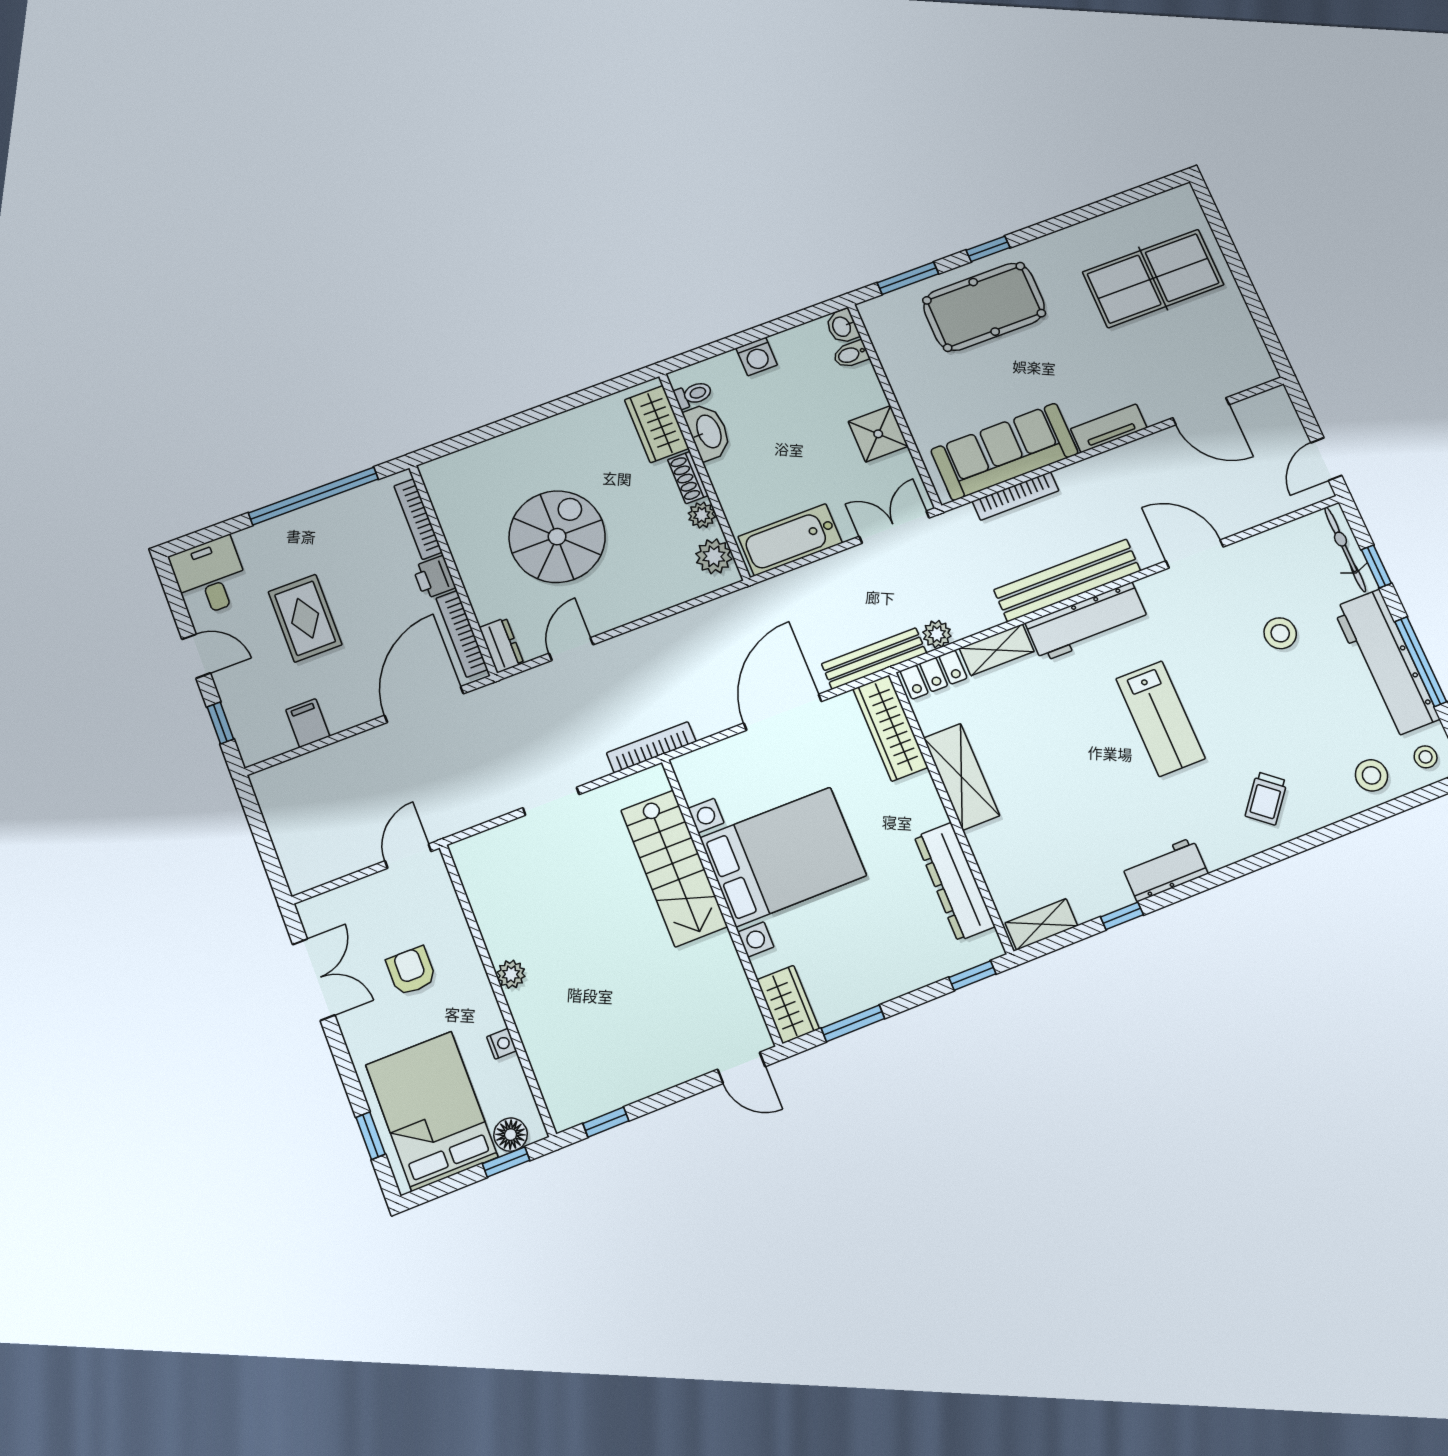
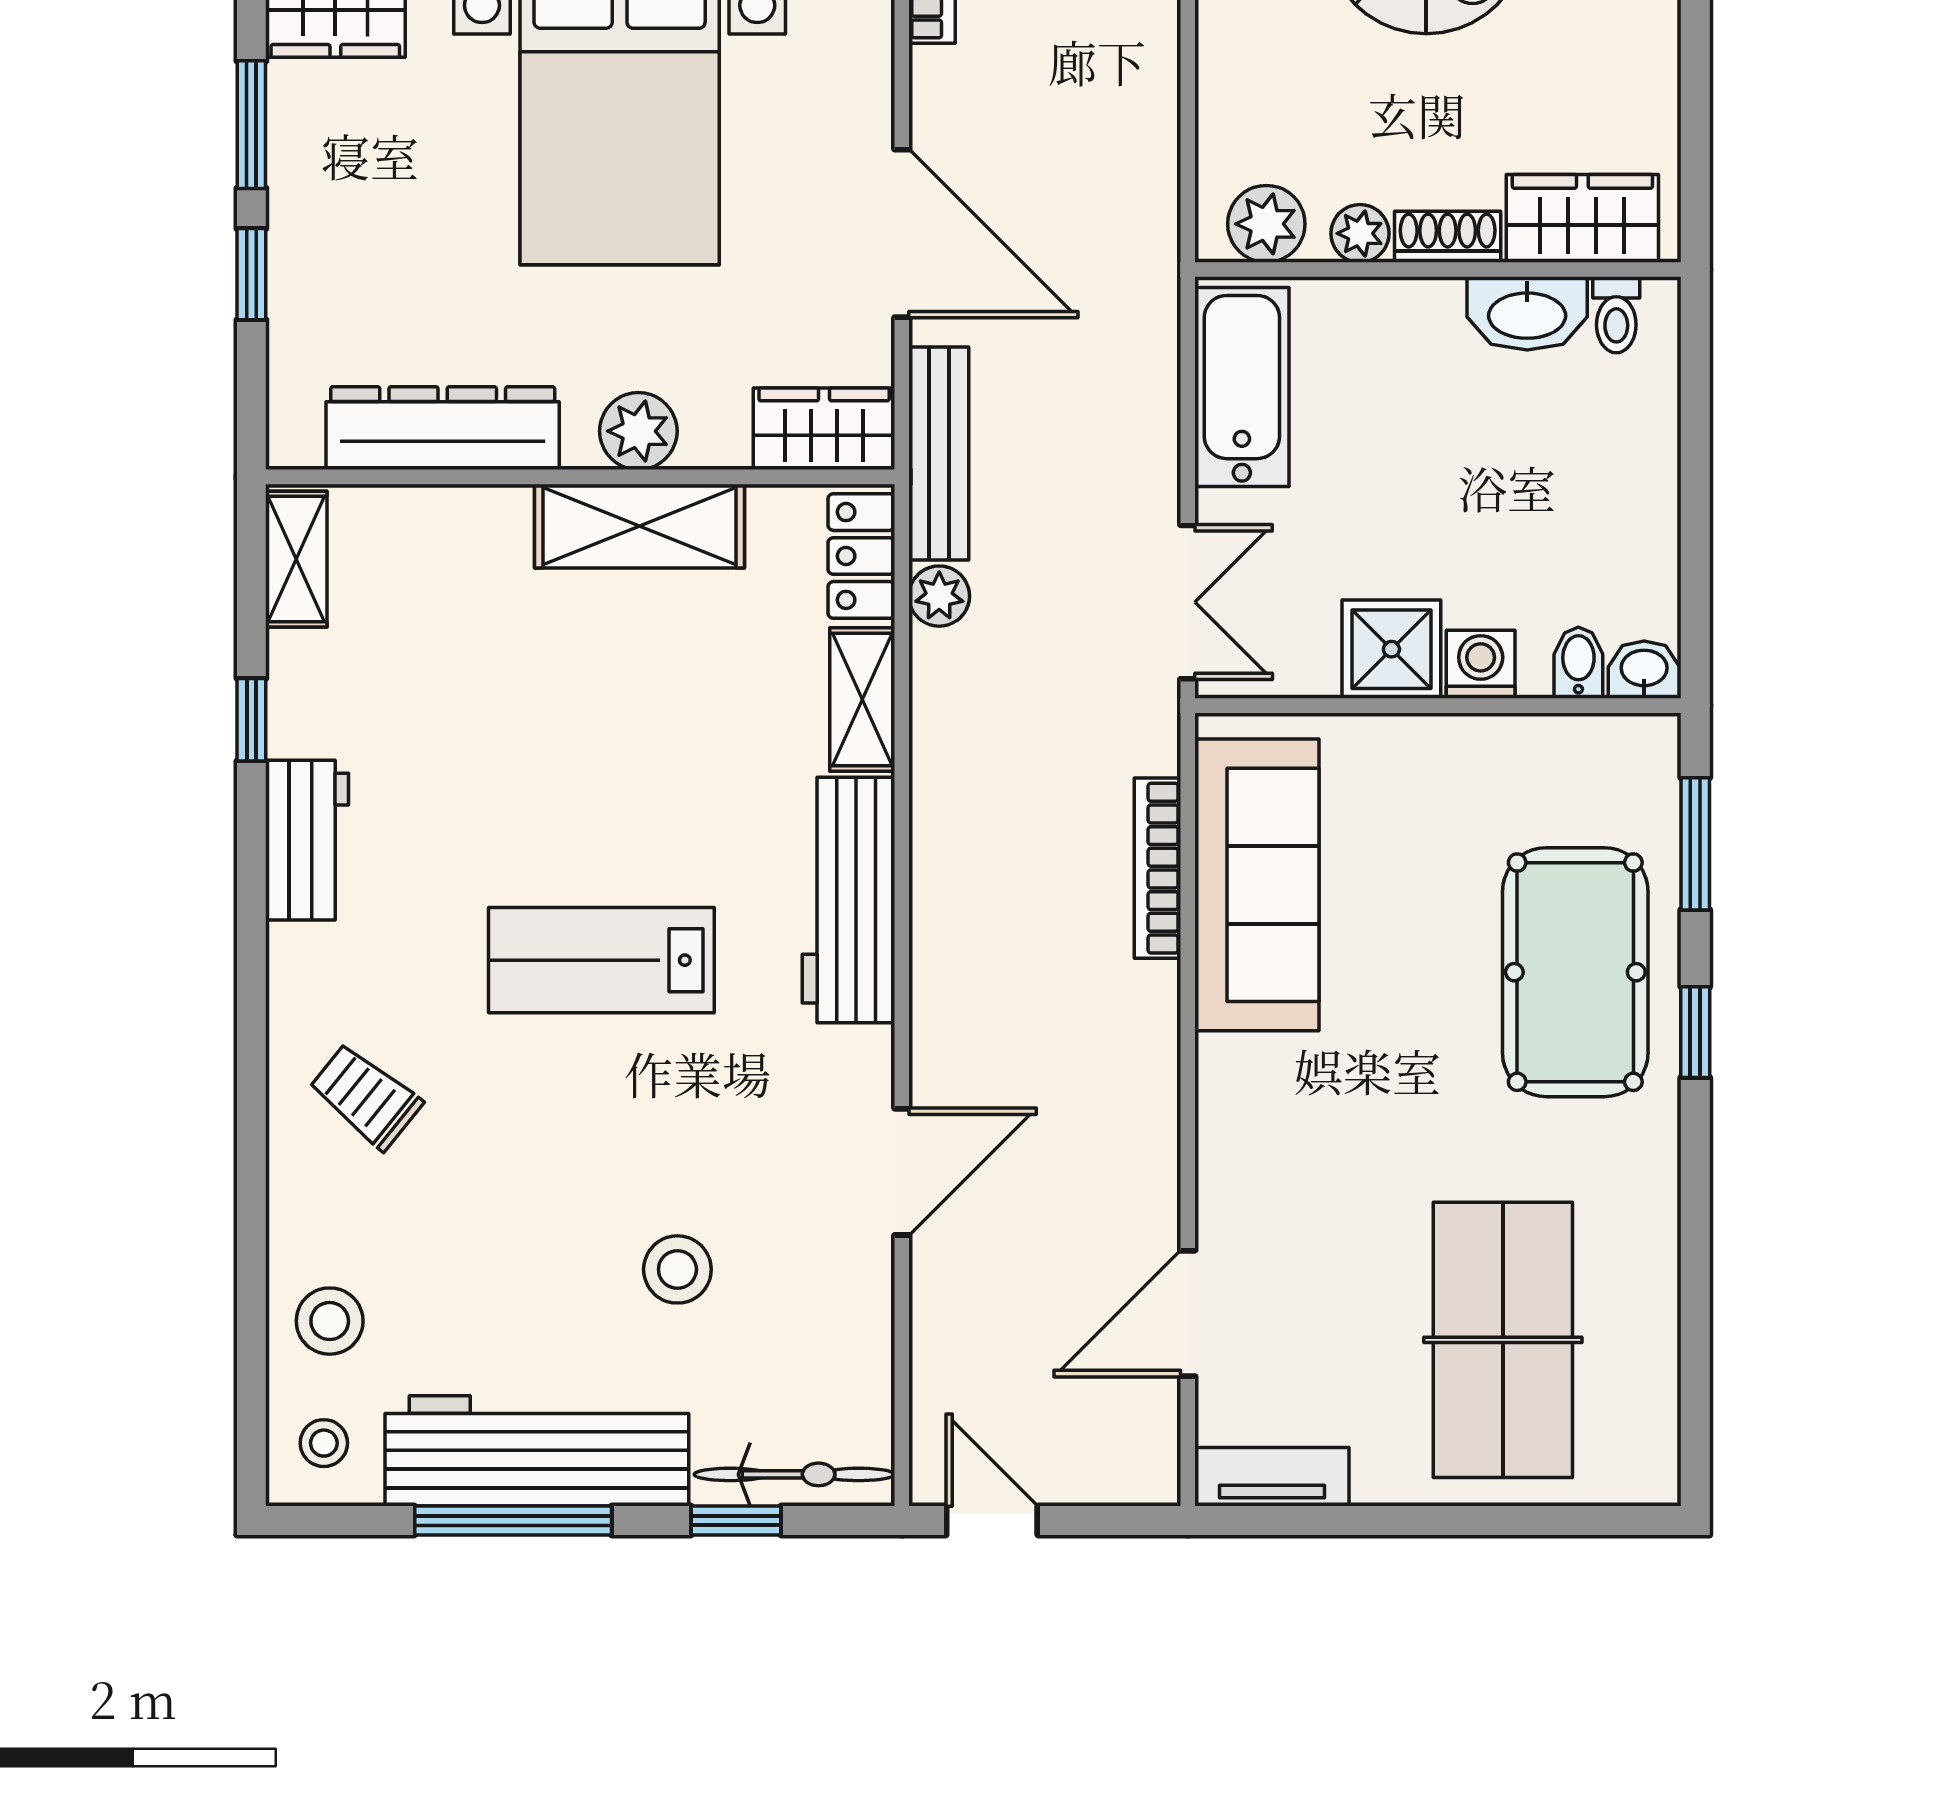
washing machine: (757, 357) -> (1481, 664), moved, turned 90
tv unit: (1109, 428) -> (1272, 1477), moved, turned -90
bench: (1067, 580) -> (947, 897), removed
wardrobe: (891, 728) -> (824, 429), width x0.67
plant: (919, 794) -> (638, 431), added
window: (972, 976) -> (251, 274), moved

